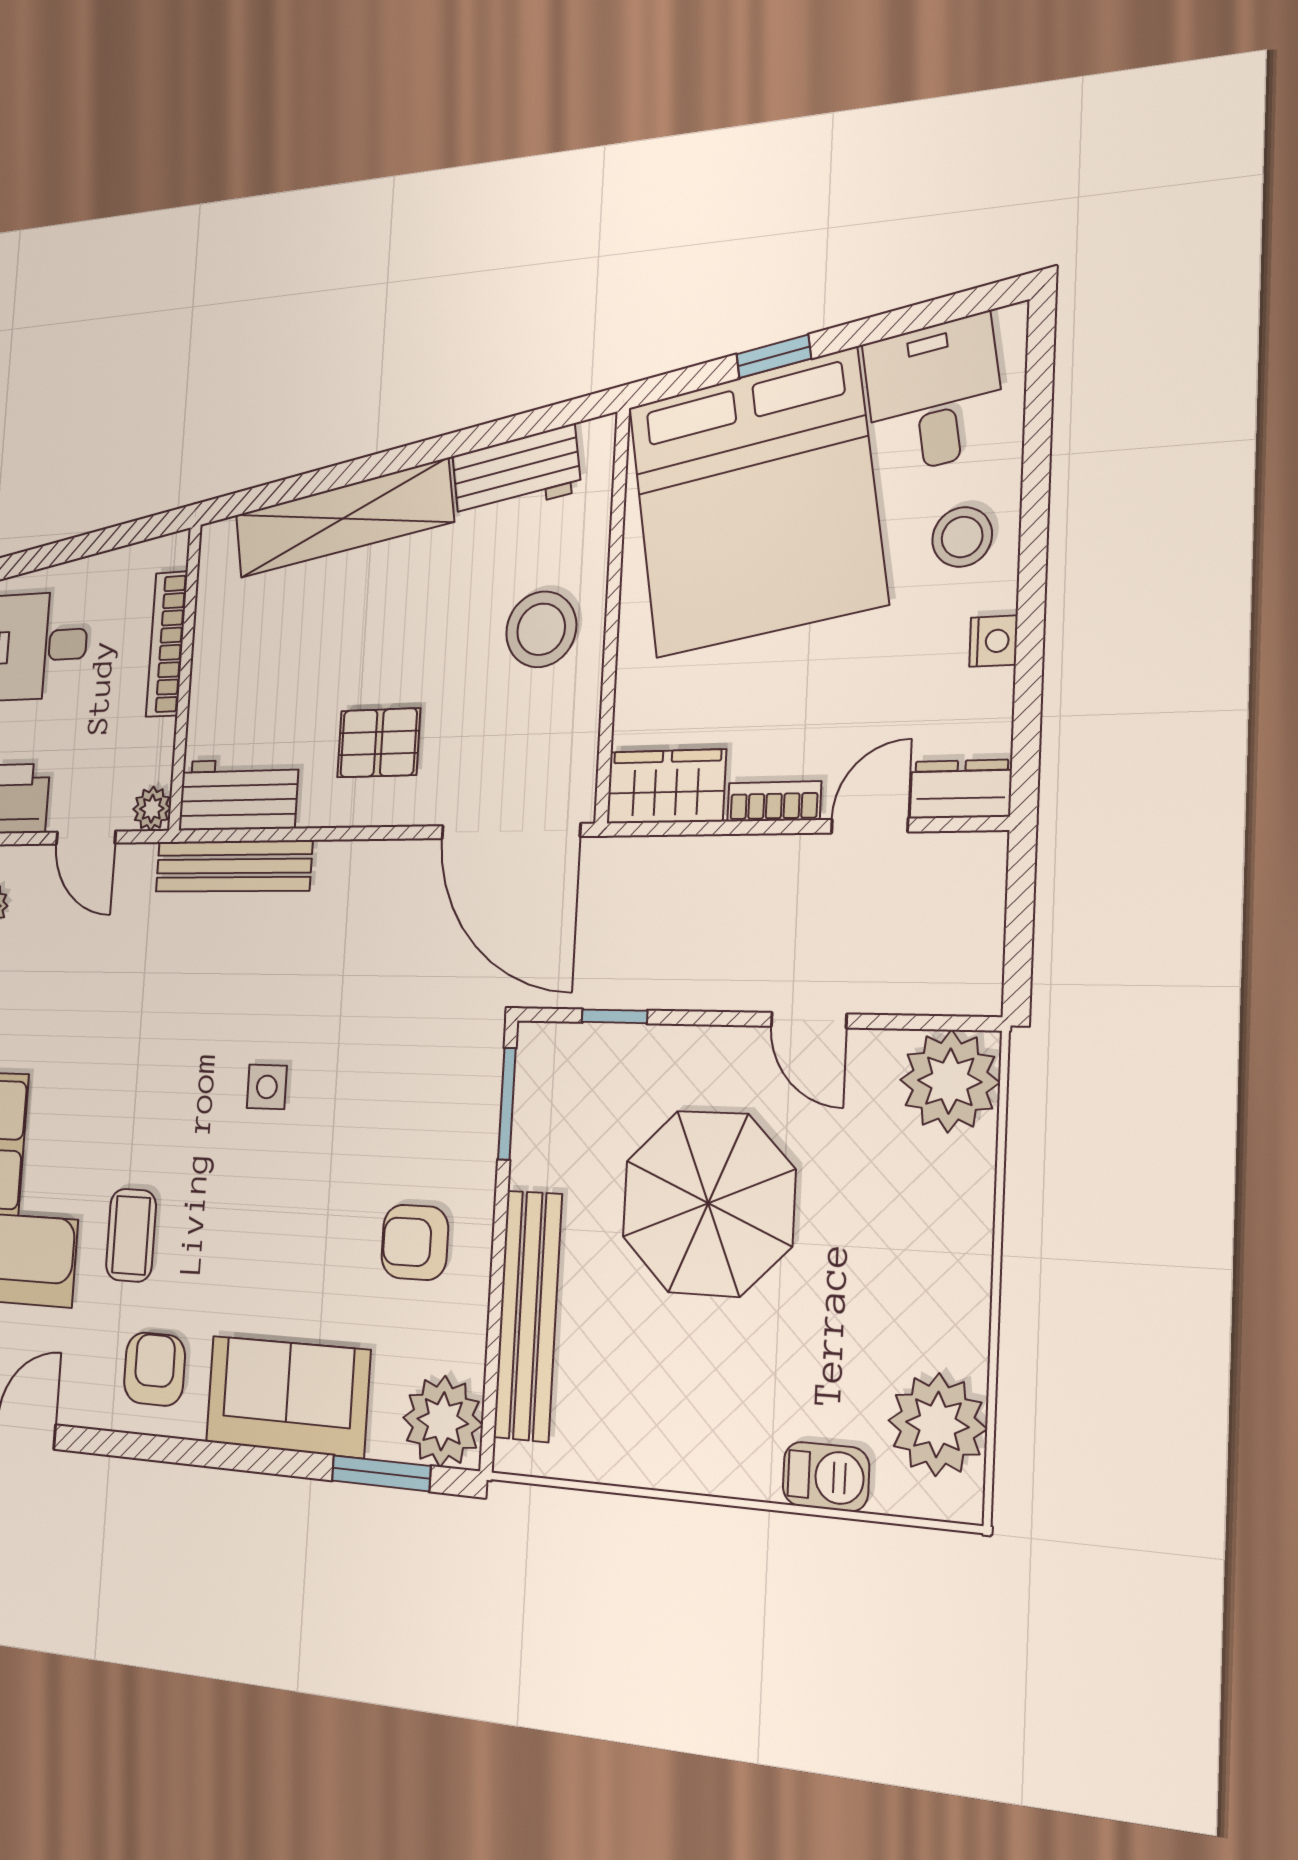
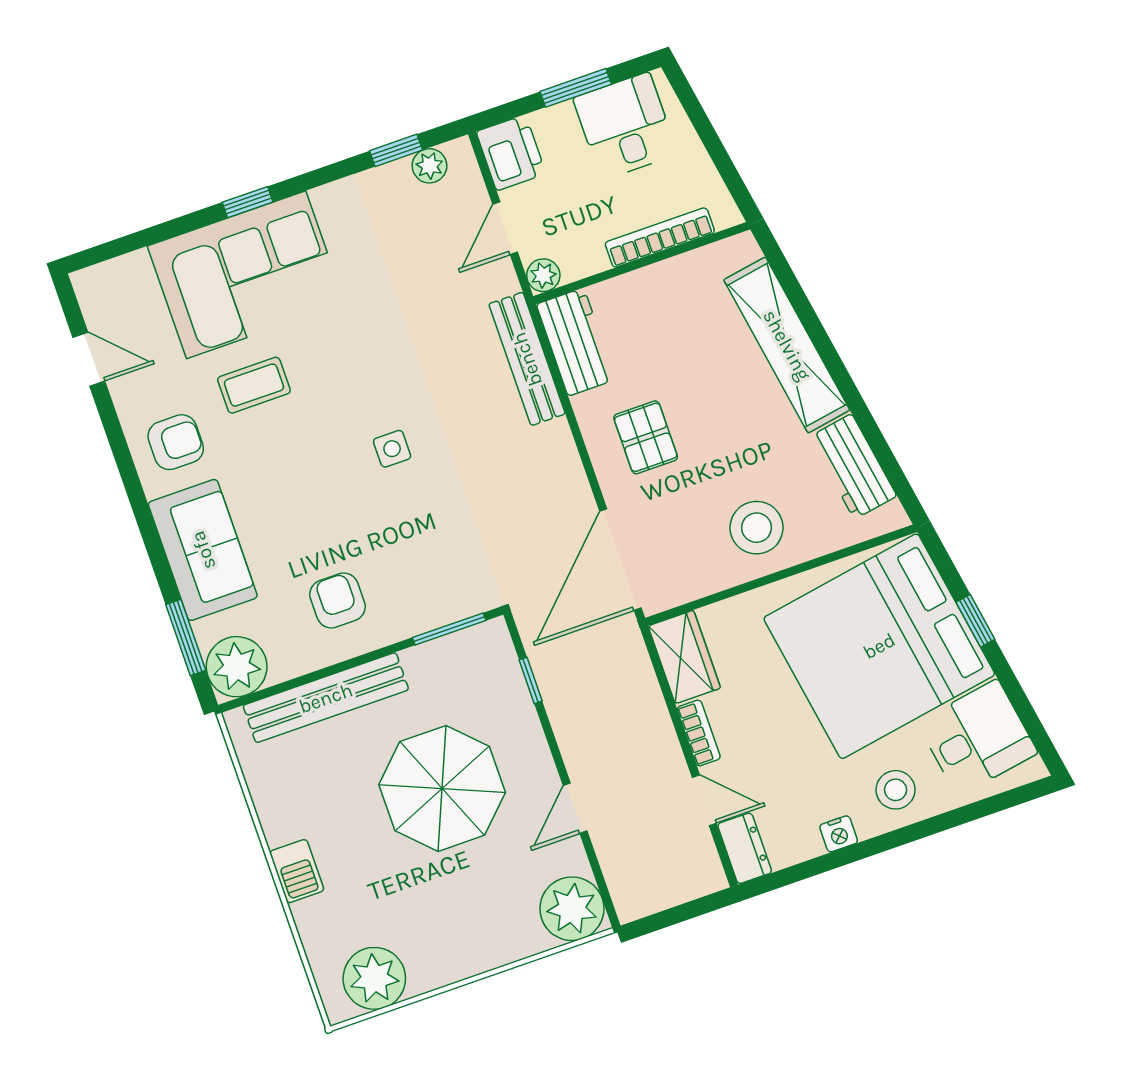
barbecue: (826, 1477) -> (297, 871), moved

